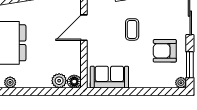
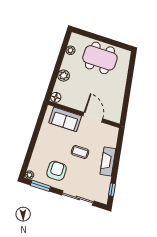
sofa: (109, 77) -> (65, 119), moved, turned 90
plant: (59, 81) -> (64, 76), moved

